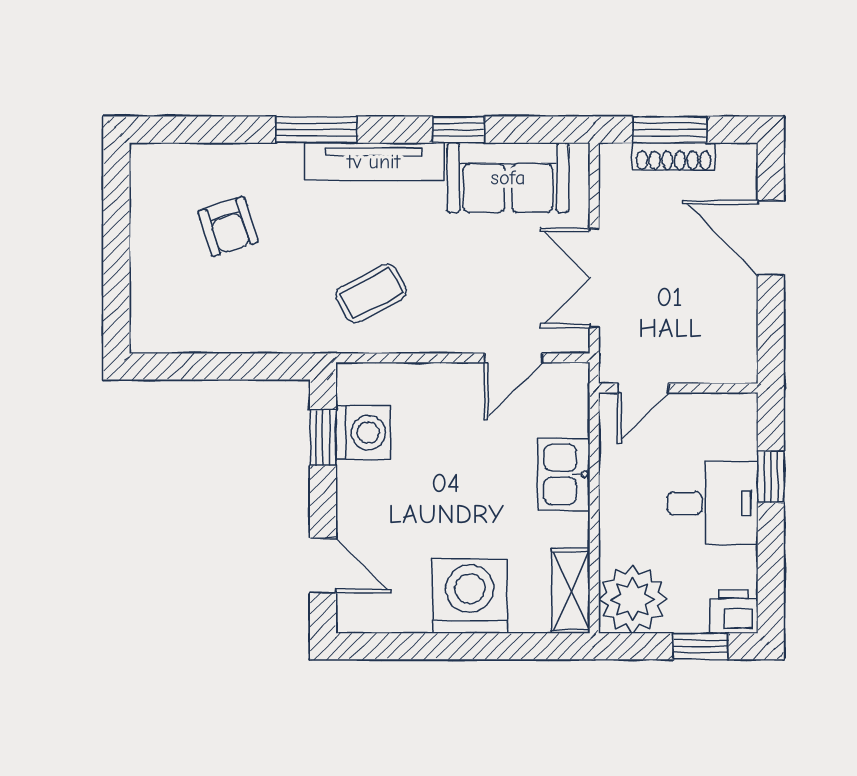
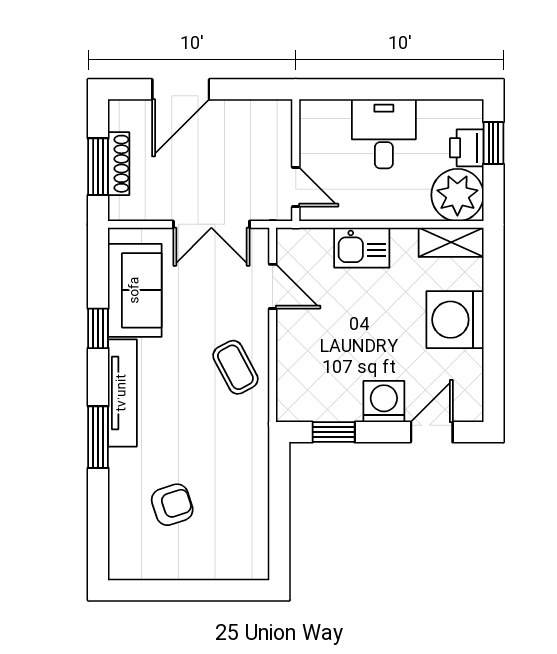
coffee table: (371, 293) -> (235, 367), moved
washing machine: (363, 433) -> (384, 402), moved
window: (771, 477) -> (364, 89), removed
printer: (734, 611) -> (467, 148), moved

